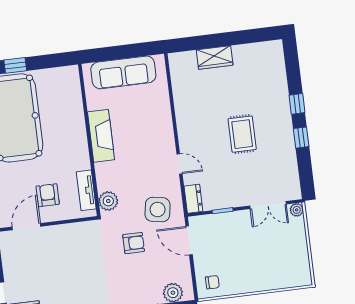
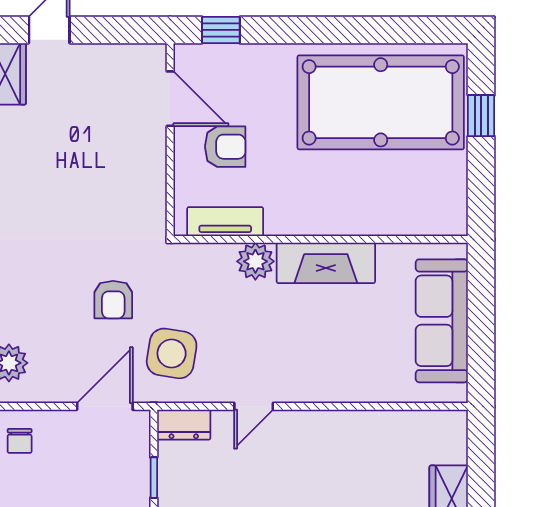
plant: (108, 201) -> (255, 261), moved

